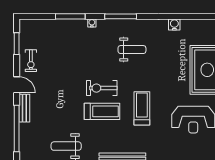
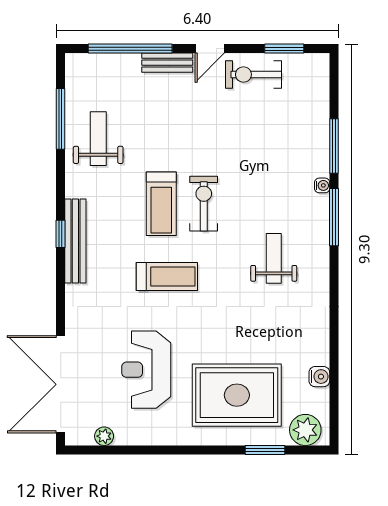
window: (121, 16) -> (334, 217), moved
water cooler: (174, 24) -> (319, 377), moved
weight bench: (132, 50) -> (274, 258), turned 180
exercise bike: (31, 61) -> (254, 74), width x1.38, depth x1.39

